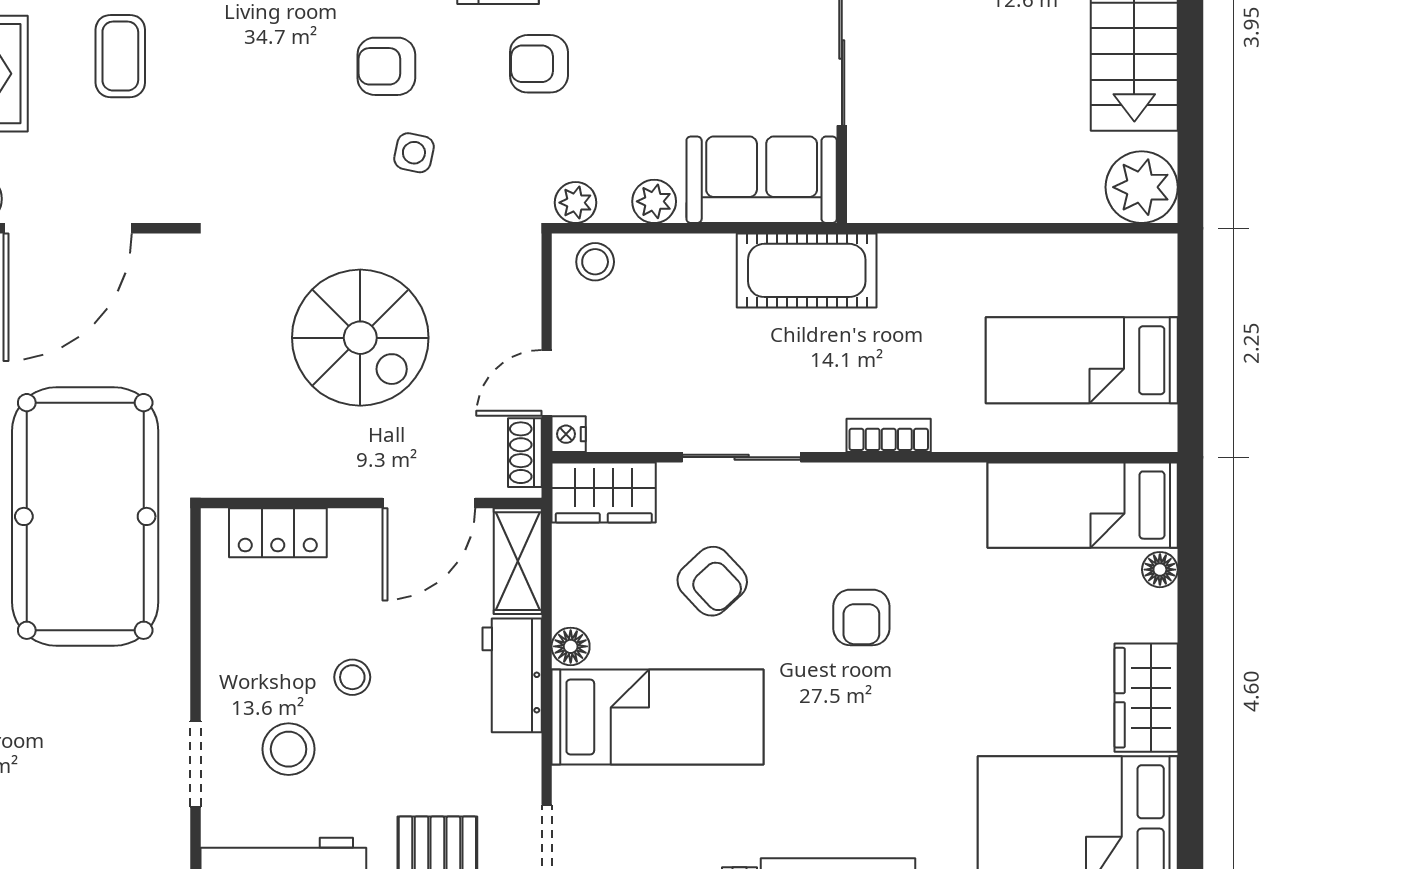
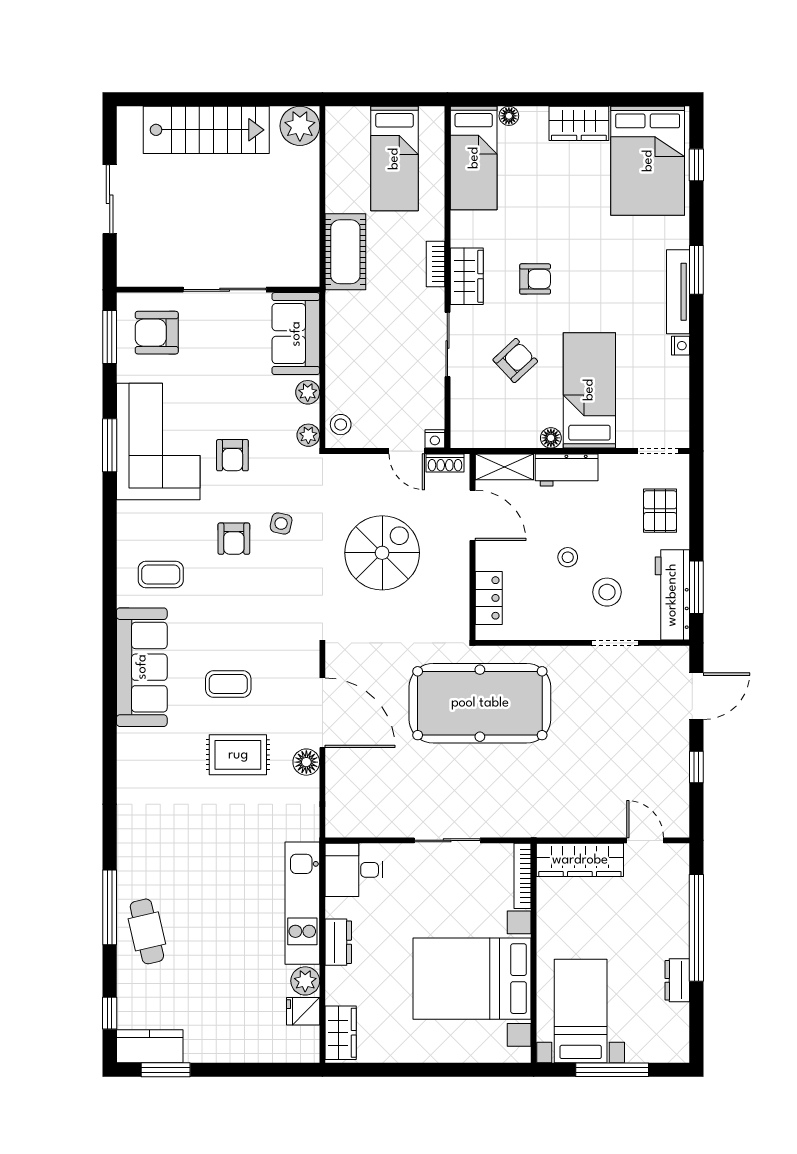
cot: (807, 270) -> (345, 252), moved
wardrobe: (604, 492) -> (467, 276), moved

